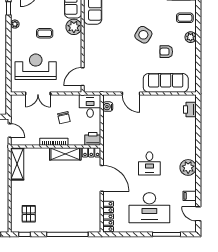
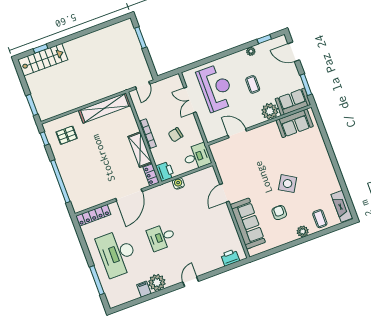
door: (83, 77) -> (237, 133), moved
water cooler: (108, 107) -> (178, 183), moved
shelving: (17, 164) -> (105, 108), width x1.47
plant: (188, 167) -> (157, 283), moved
door: (198, 214) -> (191, 282), moved

